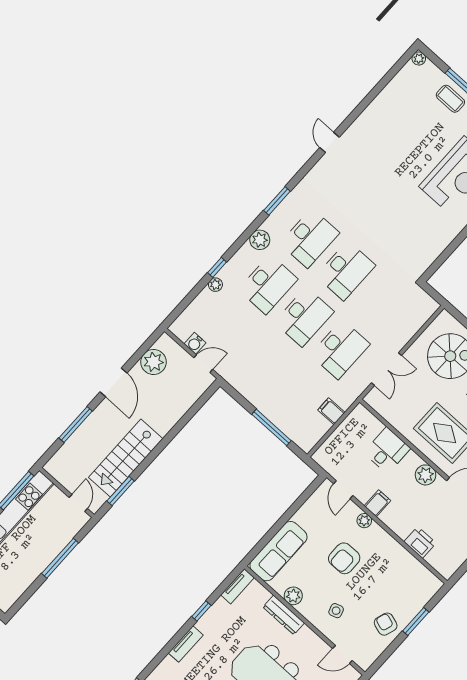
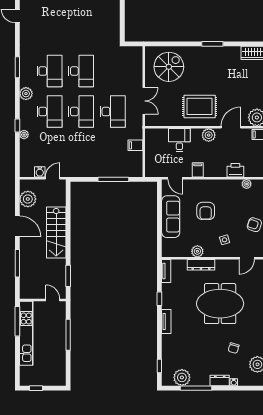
stairs: (126, 458) -> (56, 233), moved
plant: (364, 521) -> (247, 184), moved
sofa: (278, 551) -> (171, 217), moved

